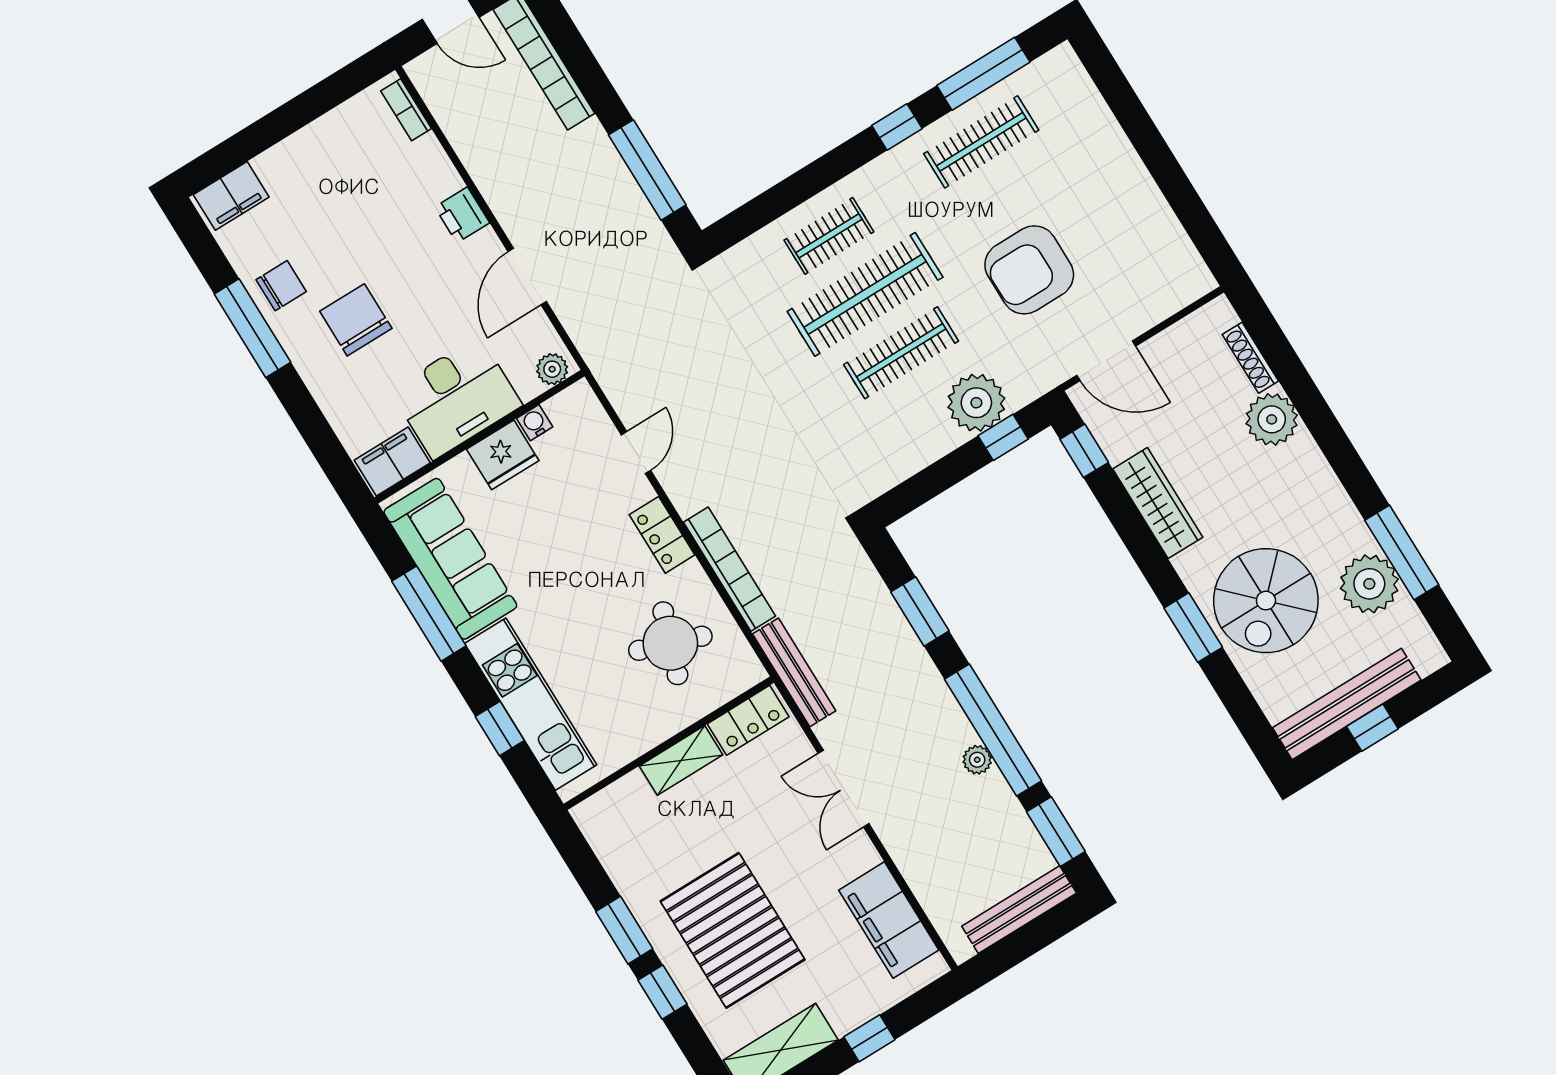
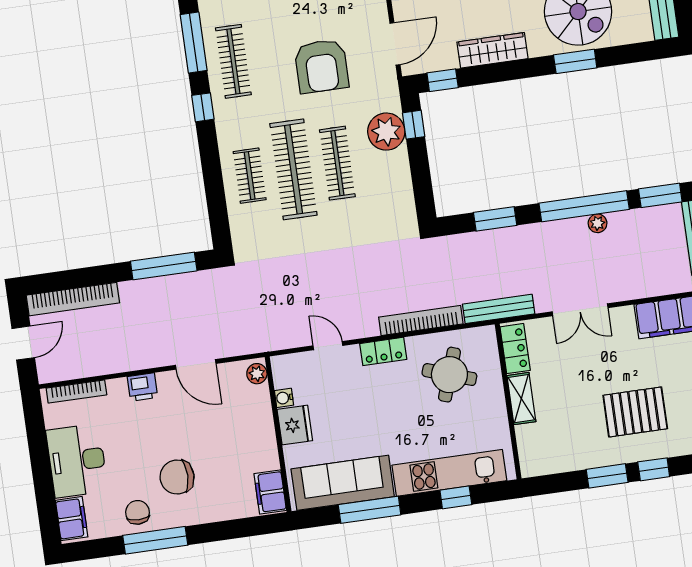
bookcase: (406, 110) -> (76, 391), width x1.56
desk: (456, 398) -> (77, 461), moved, turned 180
pallet: (733, 930) -> (635, 412), width x0.73, depth x0.71

